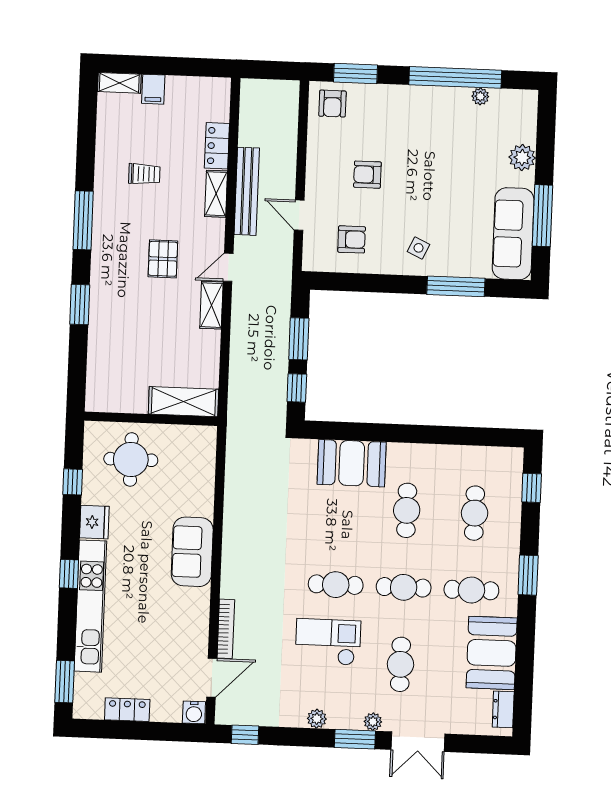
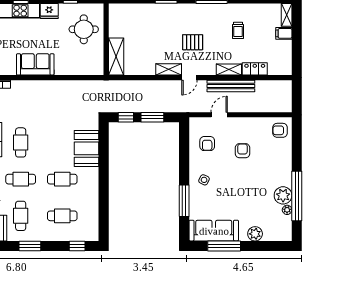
window: (355, 73) -> (297, 142), removed
plant: (453, 103) -> (283, 195), added
door: (228, 267) -> (189, 78), swing flipped
cafe table: (404, 587) -> (21, 179), turned 90

